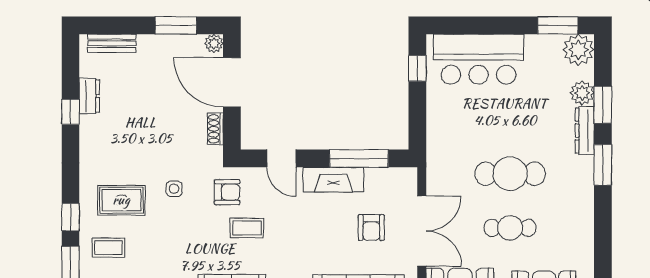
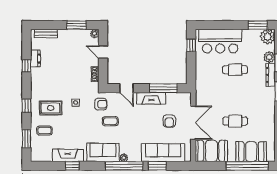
door: (232, 82) -> (103, 52), width x0.53
cafe table: (510, 174) -> (235, 70), moved, width x0.73, depth x0.74
window: (71, 217) -> (26, 106), moved

